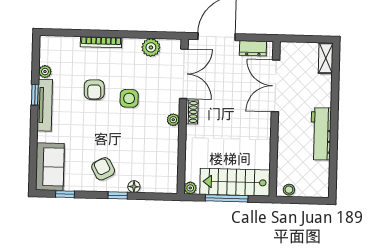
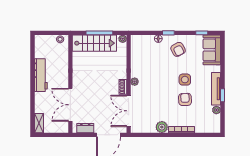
plant: (151, 47) -> (162, 127), moved
double door: (276, 86) -> (70, 105), swing flipped
side table: (129, 98) -> (185, 80), moved

